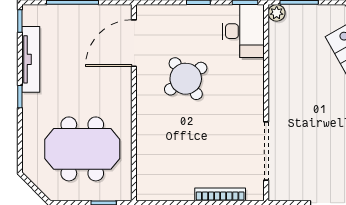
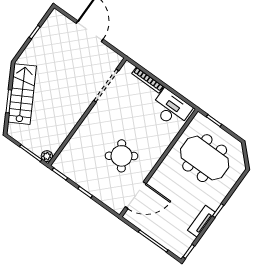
desk: (243, 31) -> (171, 109), moved, turned 90
tv unit: (31, 59) -> (201, 221), width x0.71

